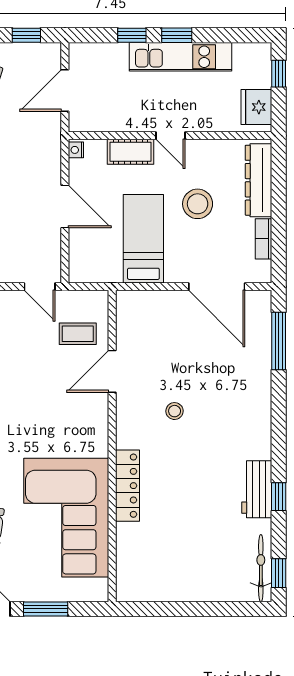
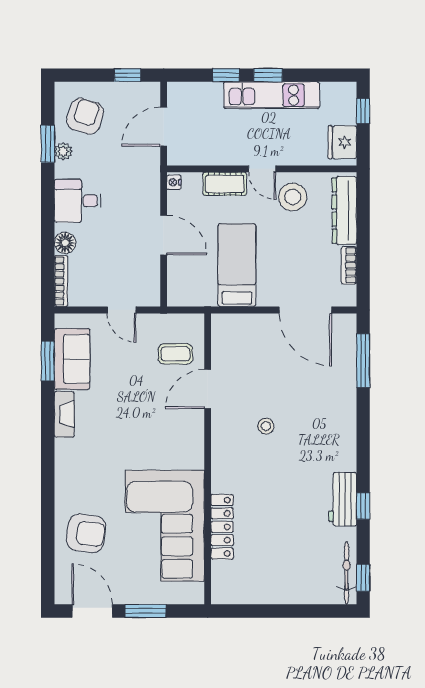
stool: (198, 204) -> (293, 197), moved
door: (40, 287) -> (121, 310), moved
locker: (128, 486) -> (222, 527), moved

